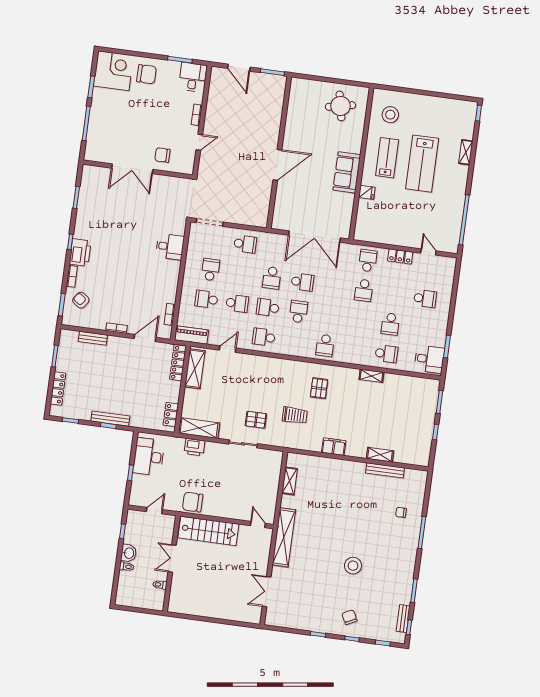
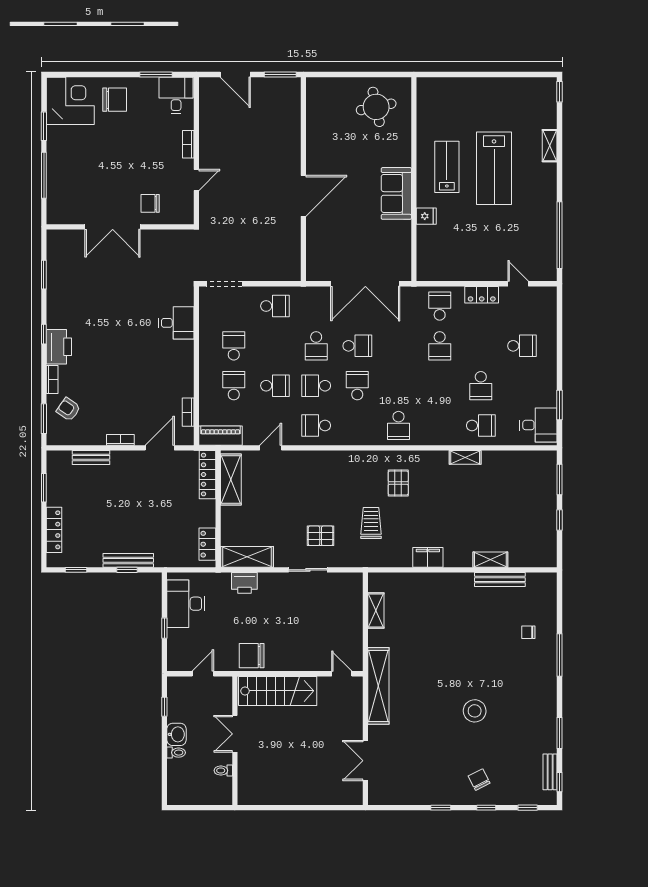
stool: (390, 115) -> (443, 109), removed
school desk: (206, 299) -> (234, 386), turned 90
trolley: (295, 415) -> (371, 523), turned -90

